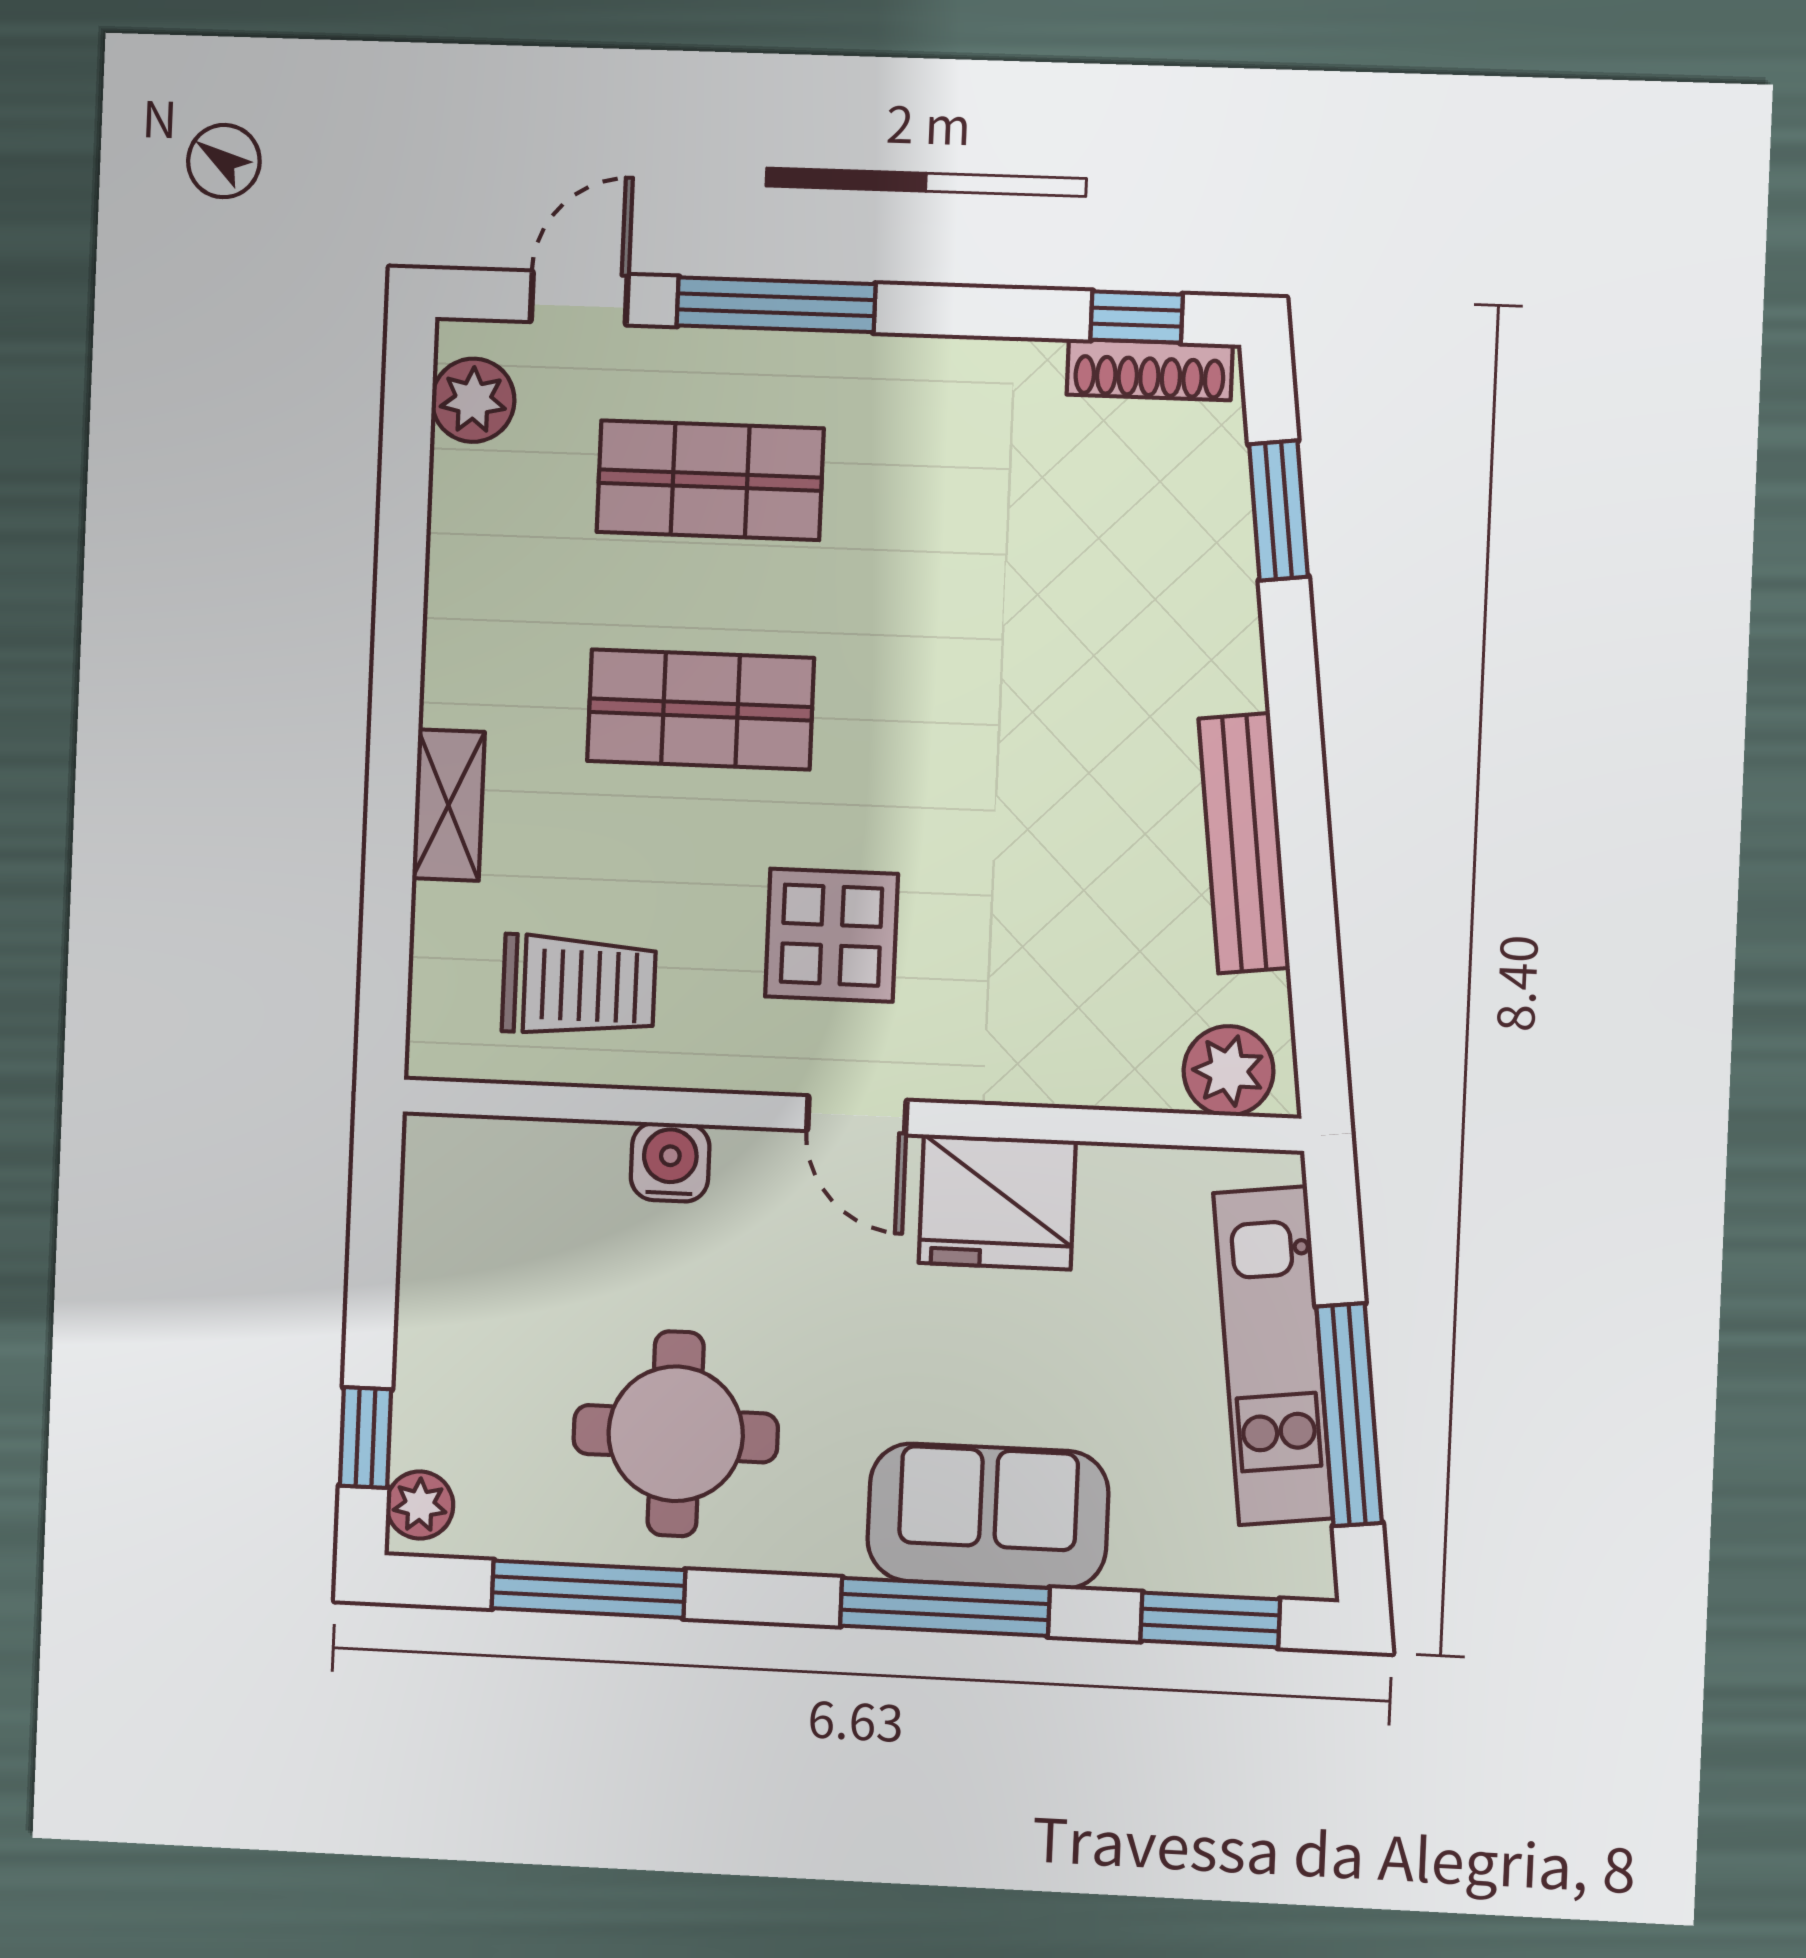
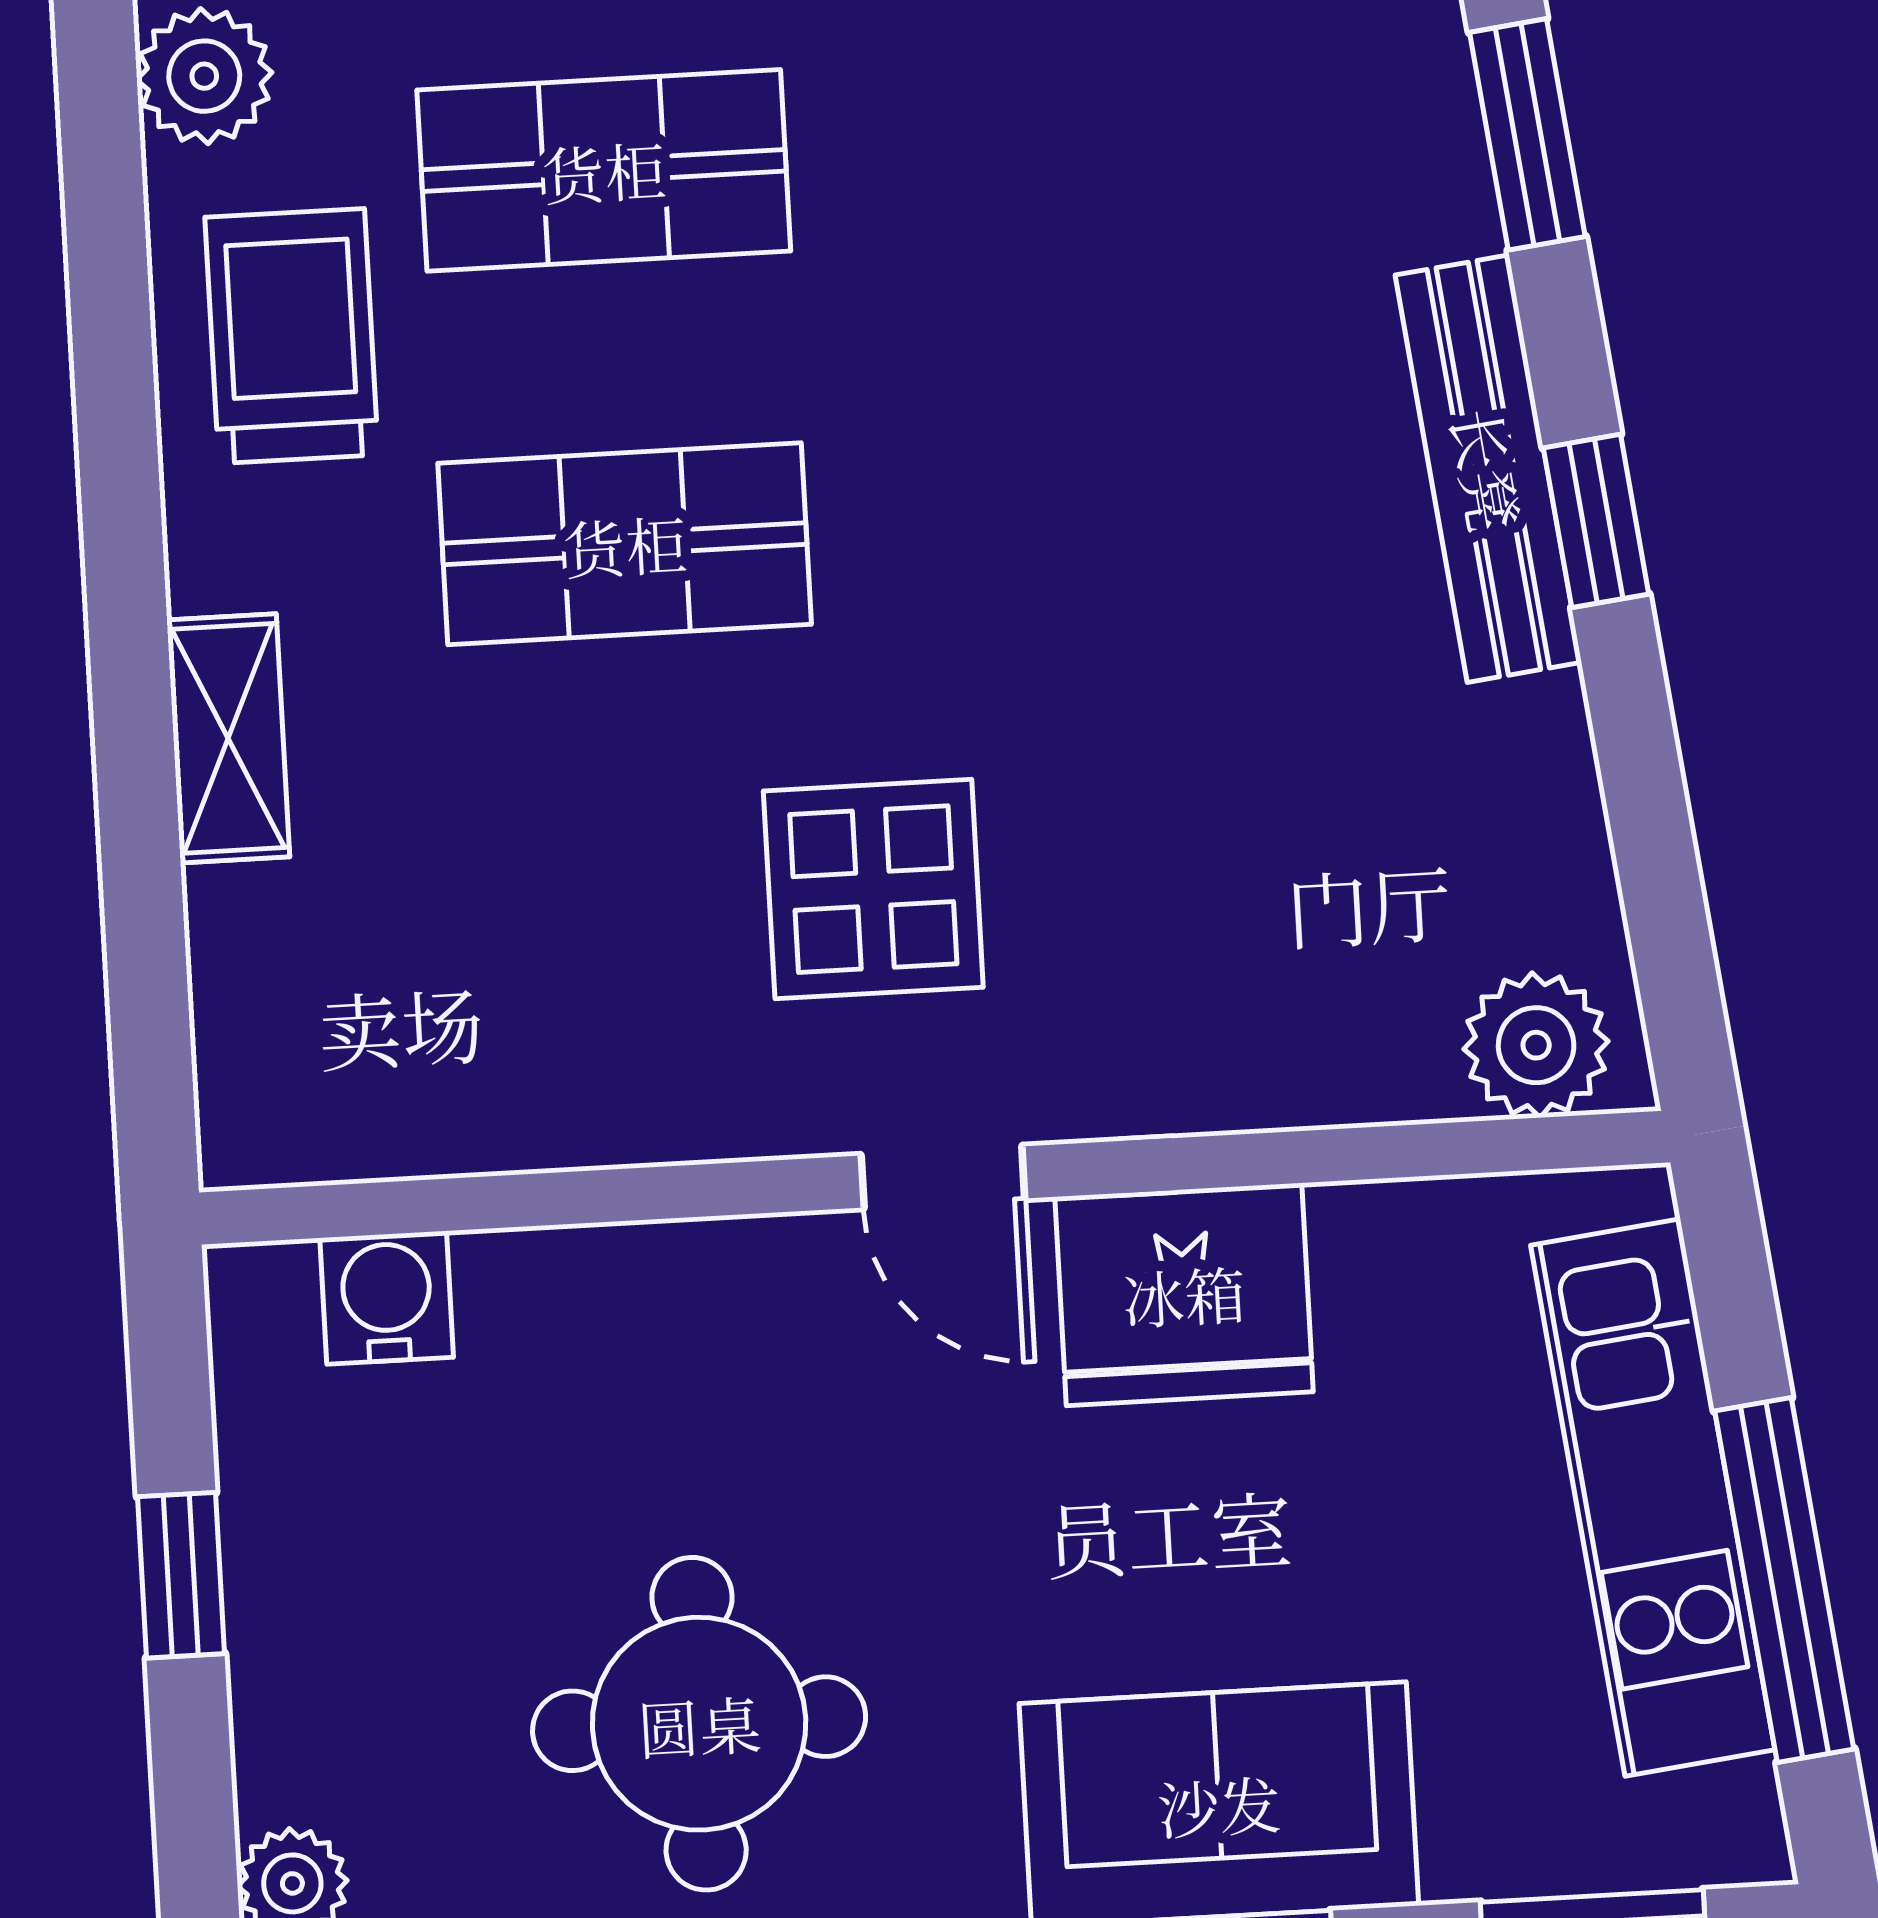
window: (1297, 752) -> (1596, 521), added
bench: (1244, 843) -> (1488, 469), moved
trolley: (579, 986) -> (292, 336), moved, turned -90
water cooler: (670, 1162) -> (387, 1298), moved
window: (365, 1437) -> (181, 1575), moved

